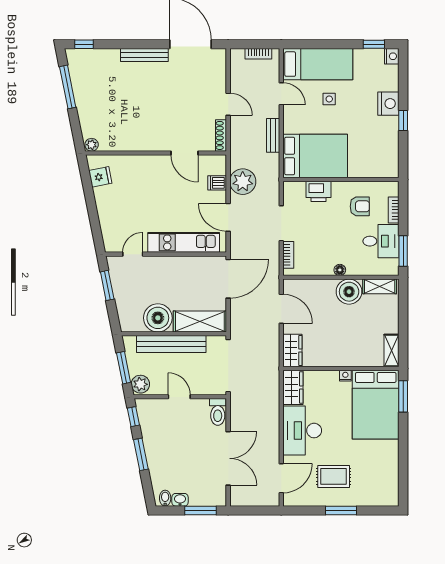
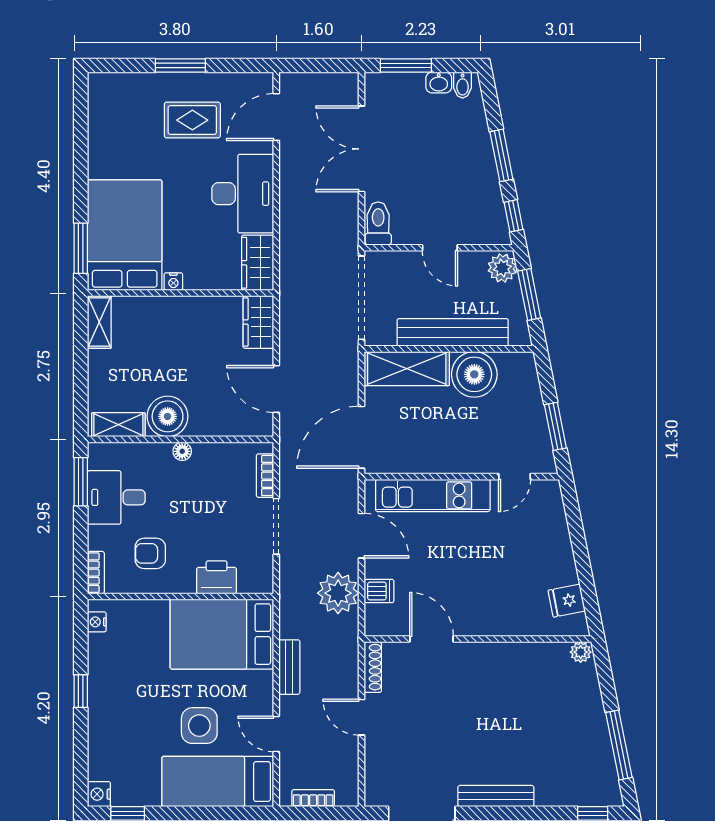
side table: (329, 99) -> (199, 726), width x1.87, depth x1.87
nightstand: (388, 104) -> (97, 622), moved, width x0.53, depth x0.56
bookcase: (394, 210) -> (96, 573), moved

